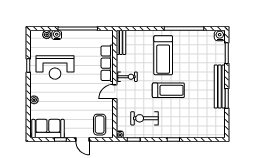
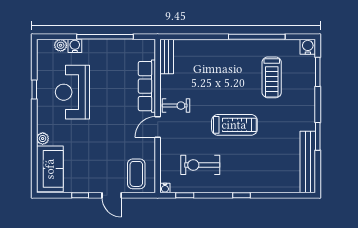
treadmill: (163, 55) -> (272, 77), moved, width x0.73, depth x0.73
reception desk: (55, 67) -> (72, 92), turned 90
bench: (220, 86) -> (308, 162), moved
sofa: (48, 129) -> (50, 169), moved, turned 90

